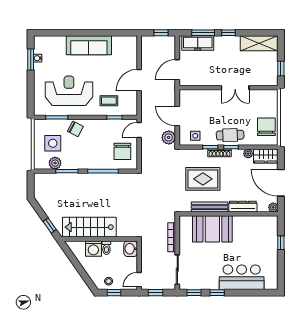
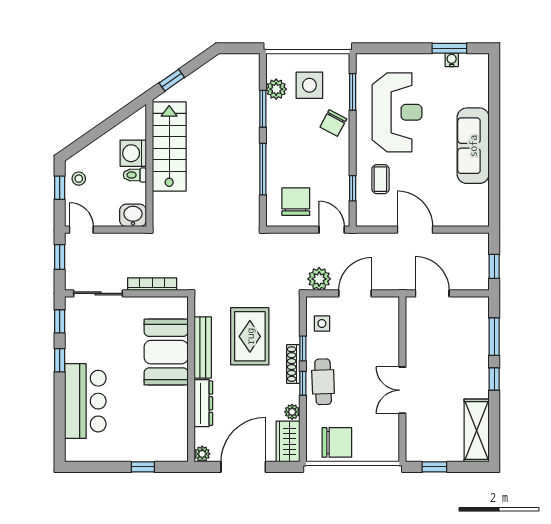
freezer: (198, 43) -> (477, 328), removed
chair: (122, 151) -> (296, 202), turned 90

